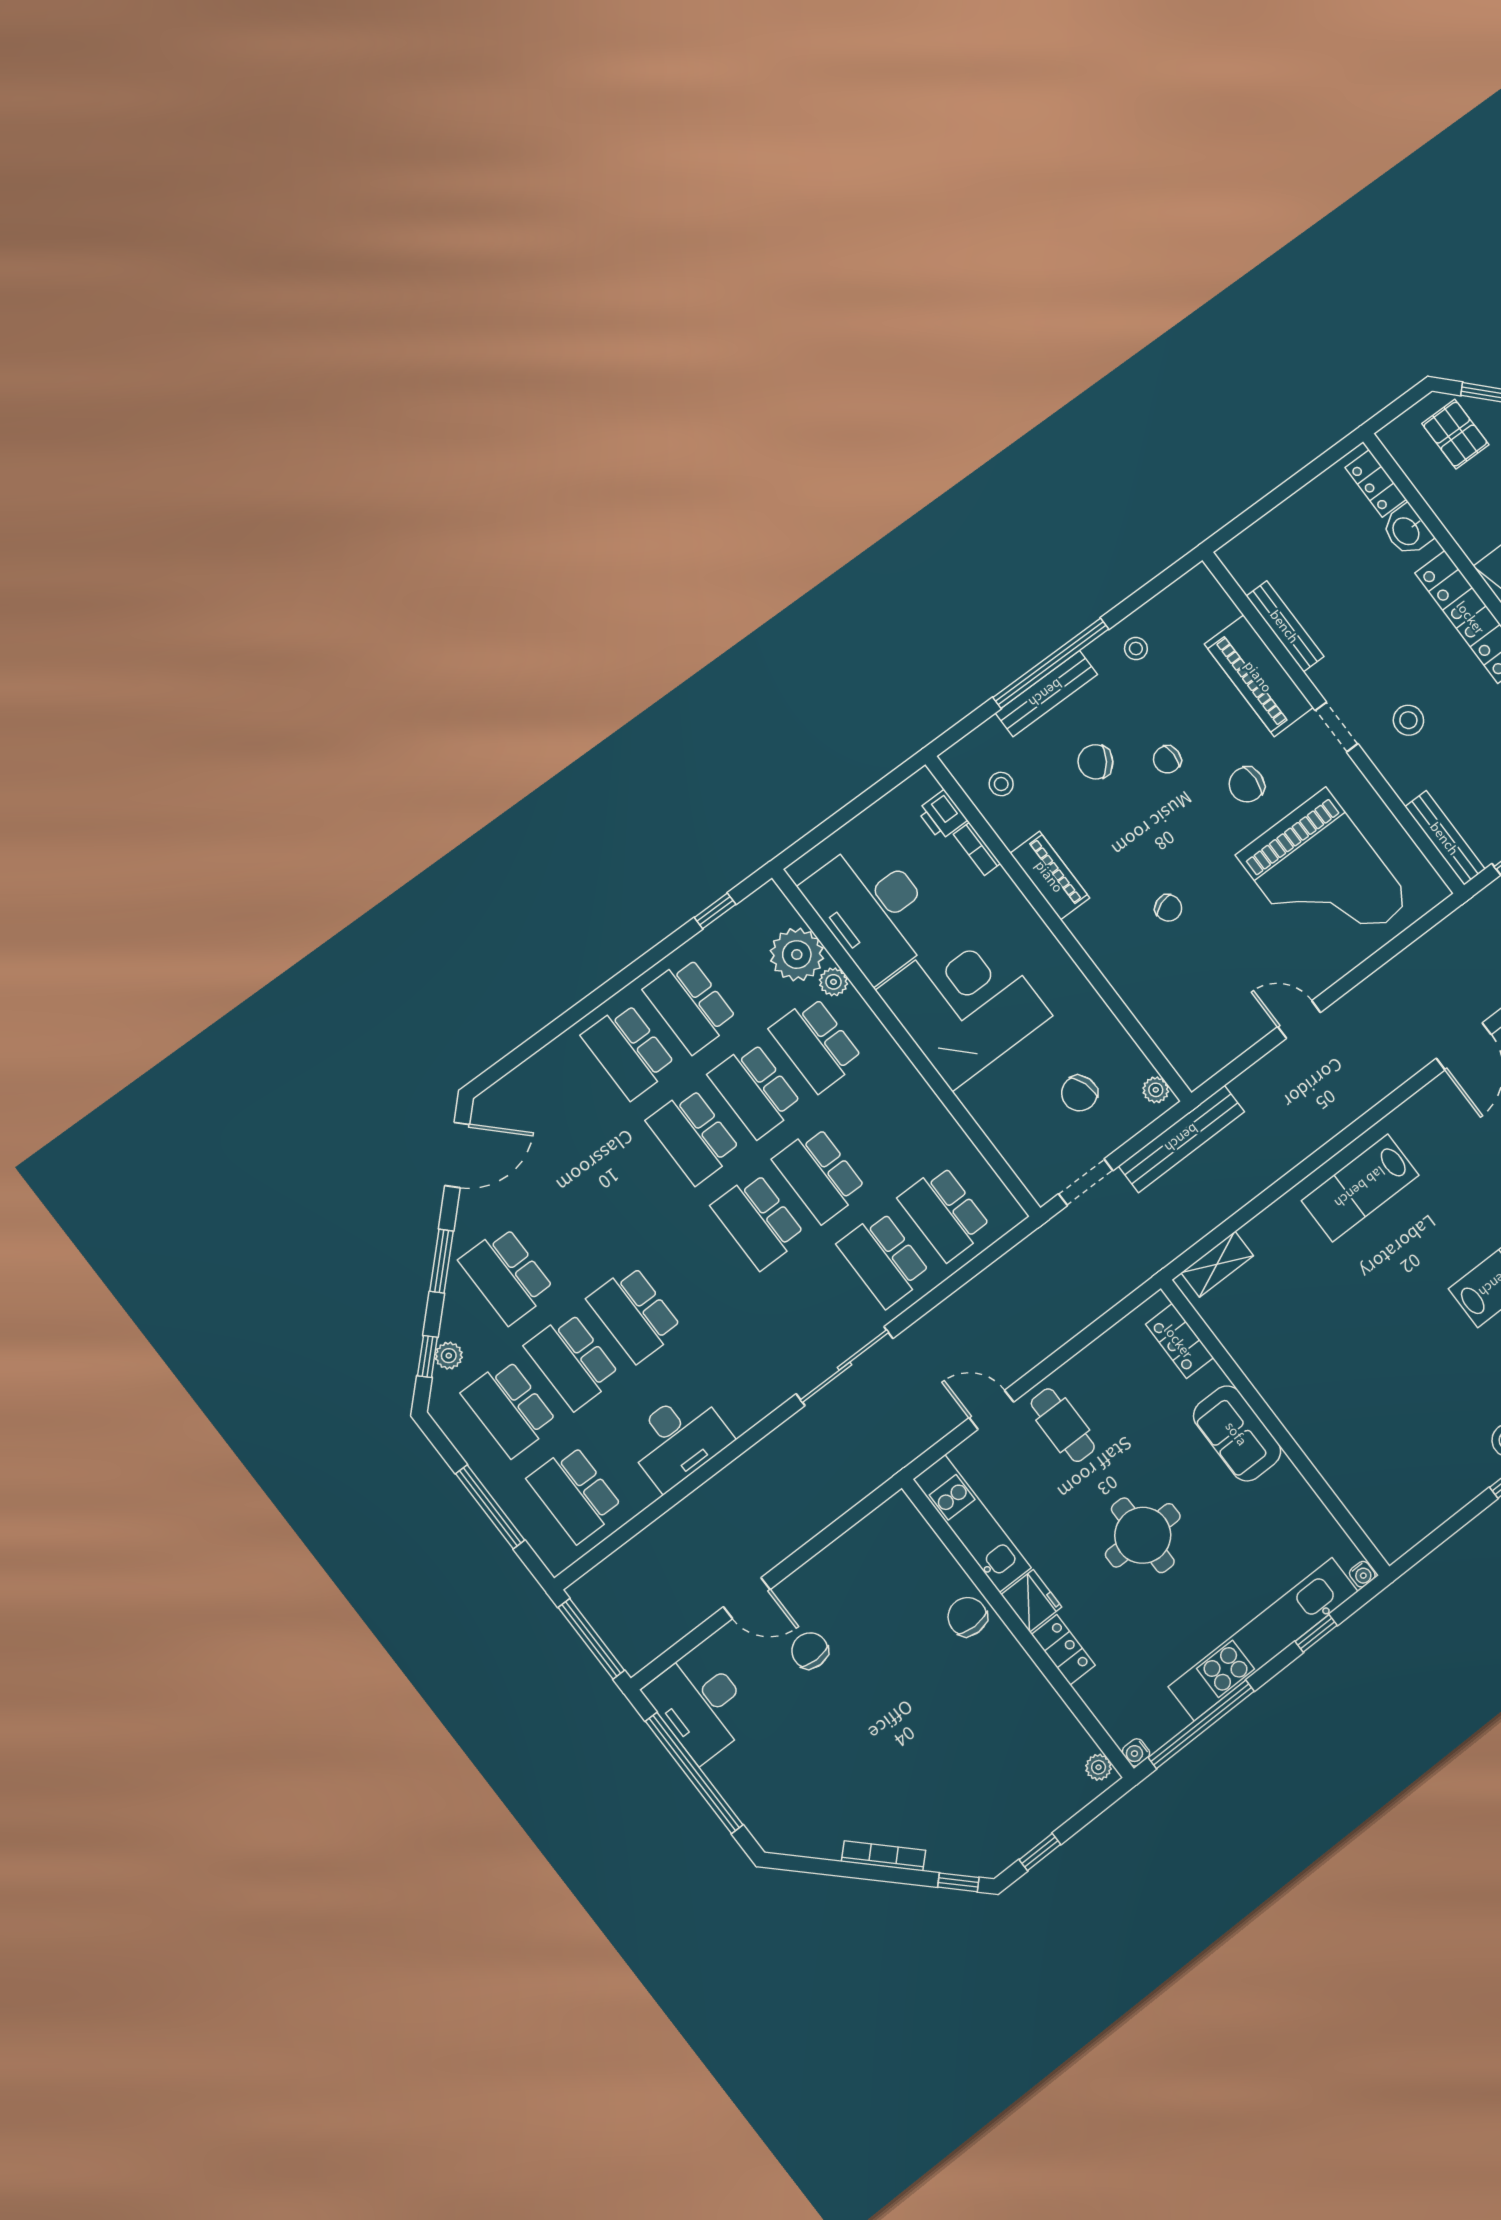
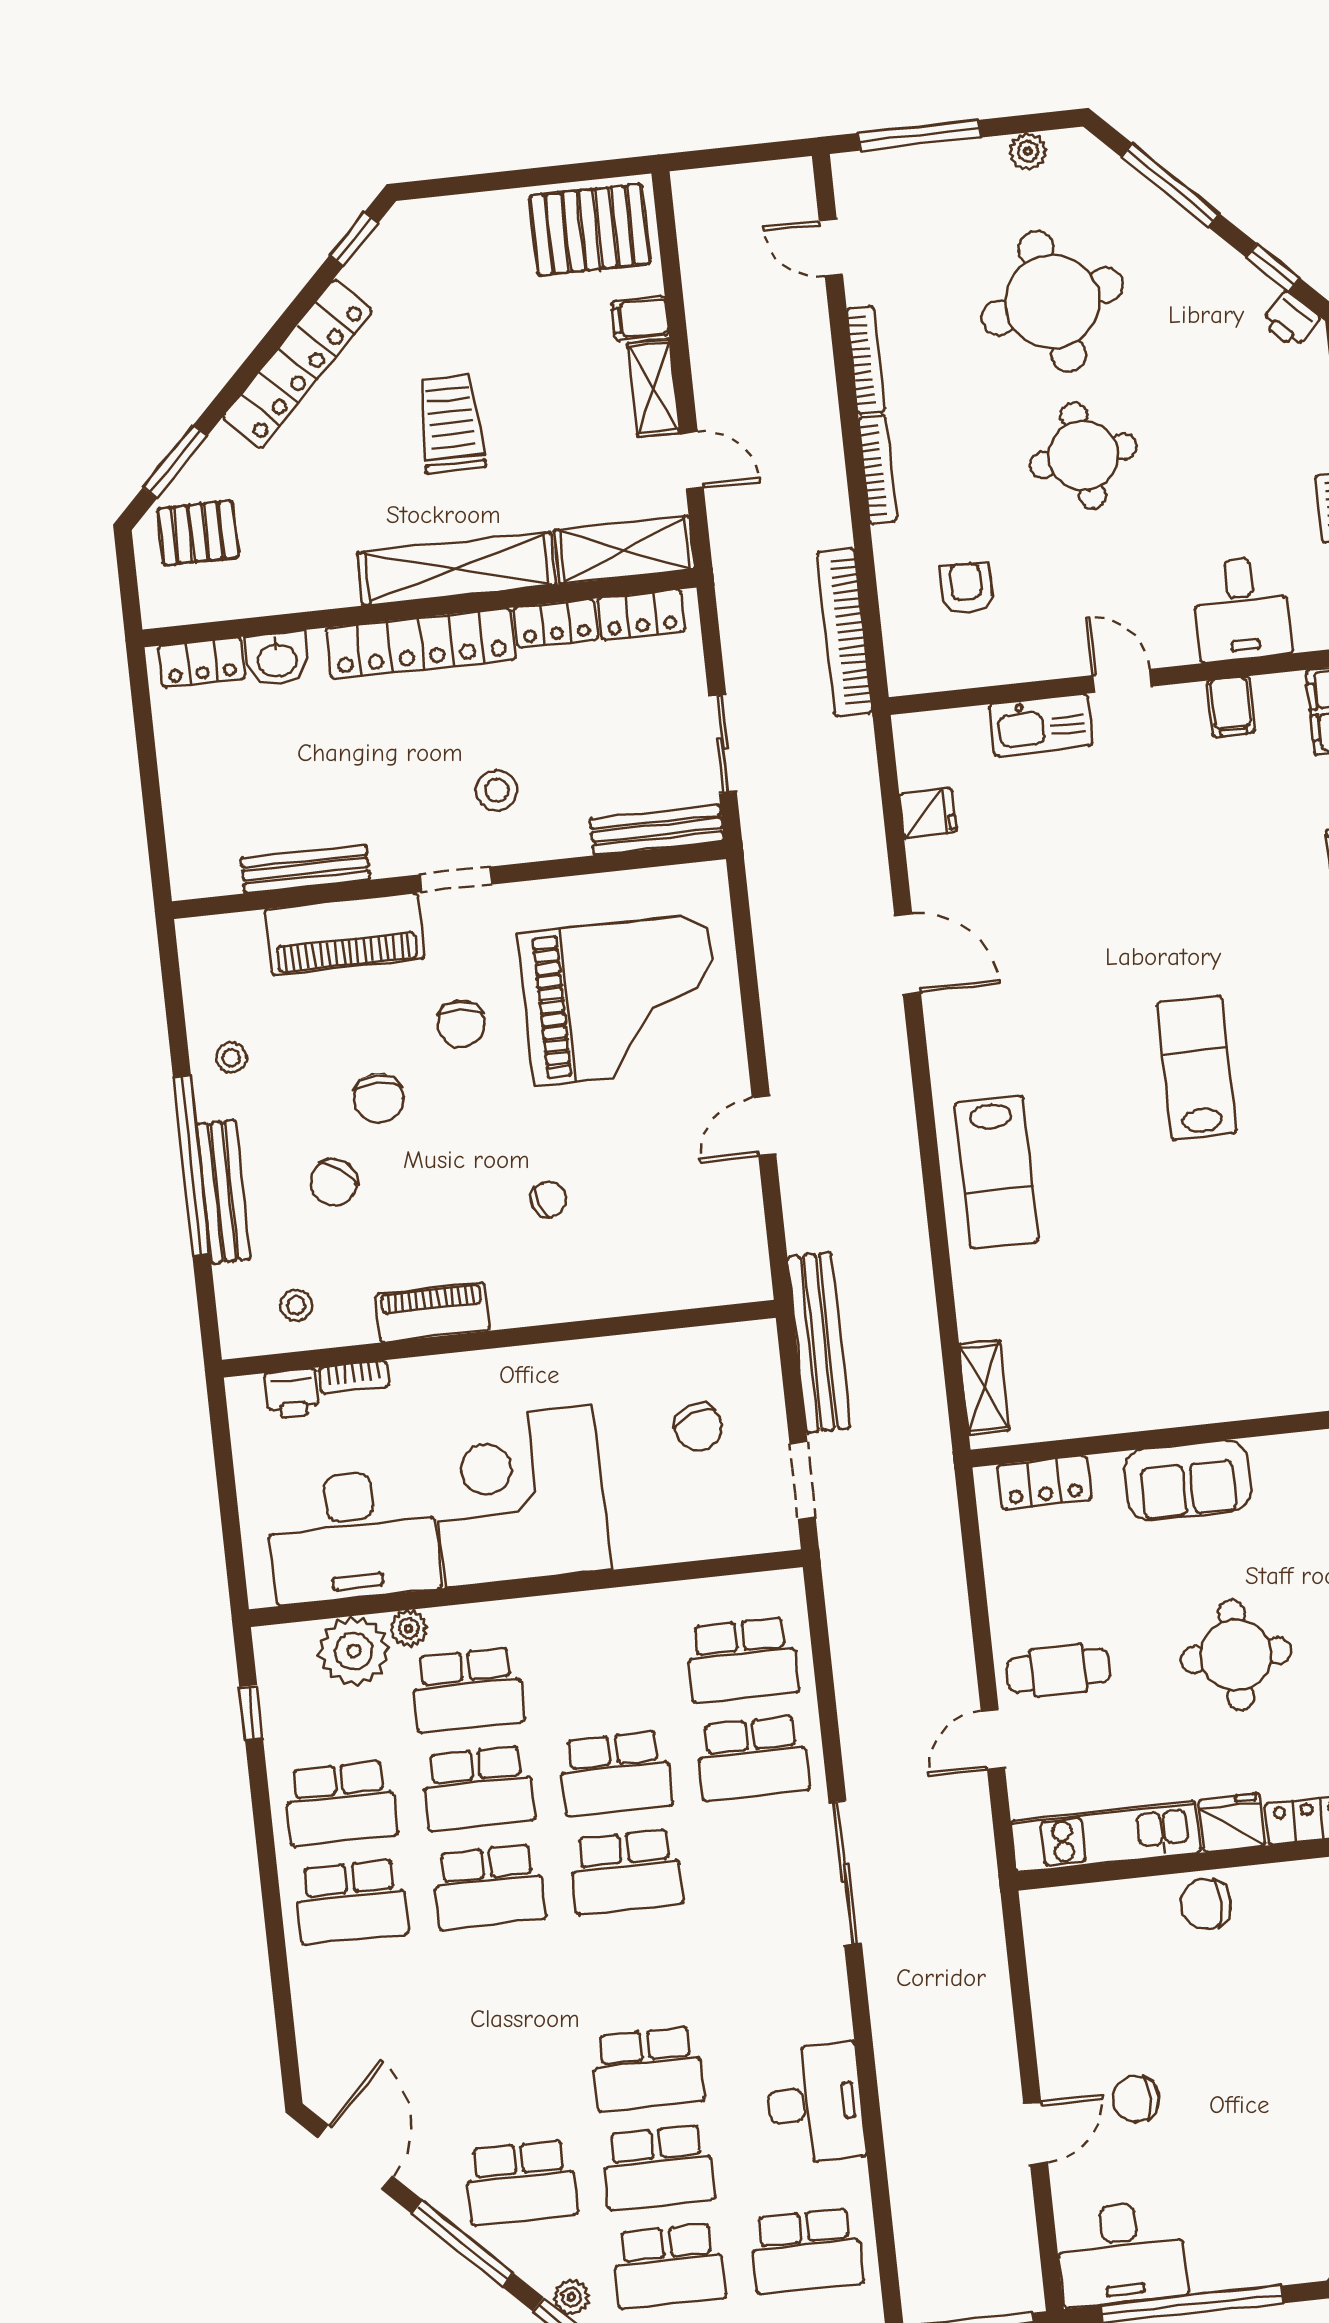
chair: (1167, 759) -> (379, 1098), width x1.37, depth x1.37
plant: (1156, 1090) -> (746, 1338), removed
window: (441, 1261) -> (463, 2244), width x1.44

